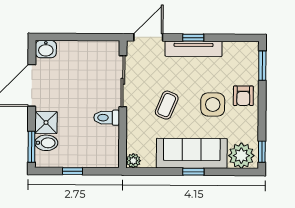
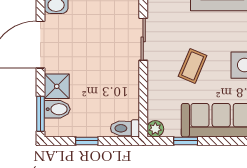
sliding door: (123, 81) -> (143, 39), width x0.73
toilet: (107, 118) -> (125, 128), moved
window: (193, 172) -> (186, 141), moved

